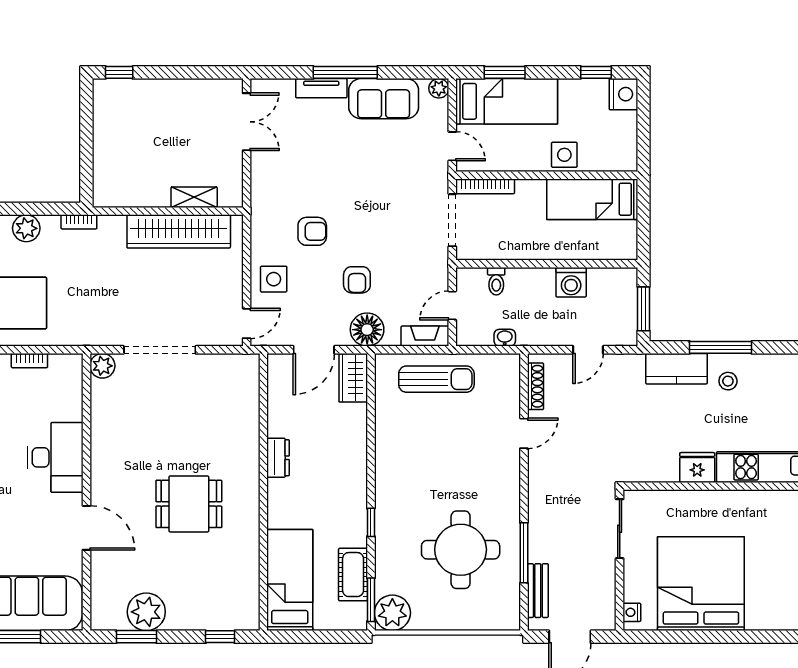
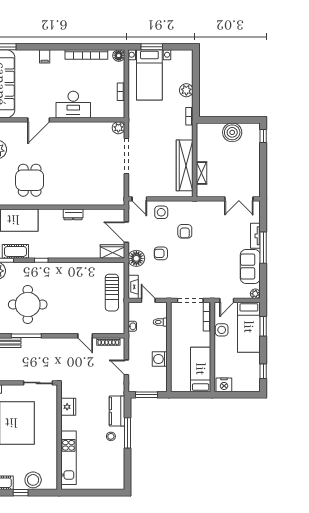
nightstand: (623, 94) -> (224, 385), moved
boiler: (112, 135) -> (232, 132), added
side table: (564, 155) -> (222, 330), moved
fridge: (697, 467) -> (68, 407), moved
dining table: (189, 504) -> (30, 180), moved

